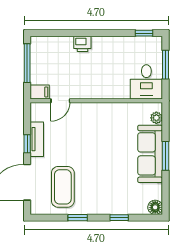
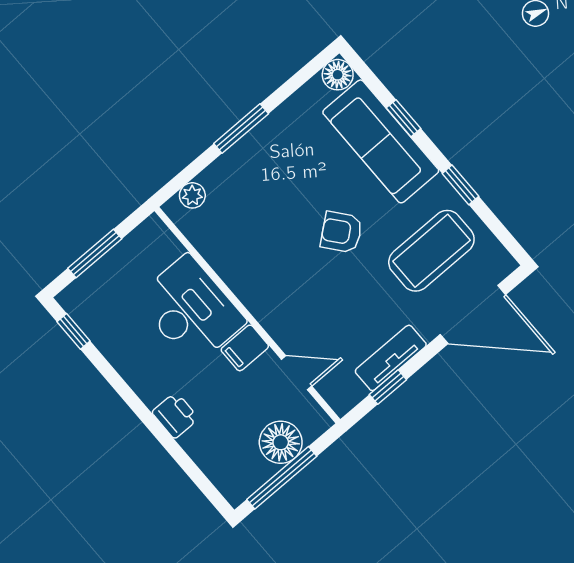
floor lamp: (40, 74) -> (281, 442), added
desk: (146, 82) -> (191, 310), moved, width x1.37
filing cabinet: (40, 92) -> (245, 348), moved, turned -90
window: (27, 144) -> (388, 387), moved
sofa: (150, 154) -> (381, 141), moved, turned 90
armchair: (97, 160) -> (341, 232), added

